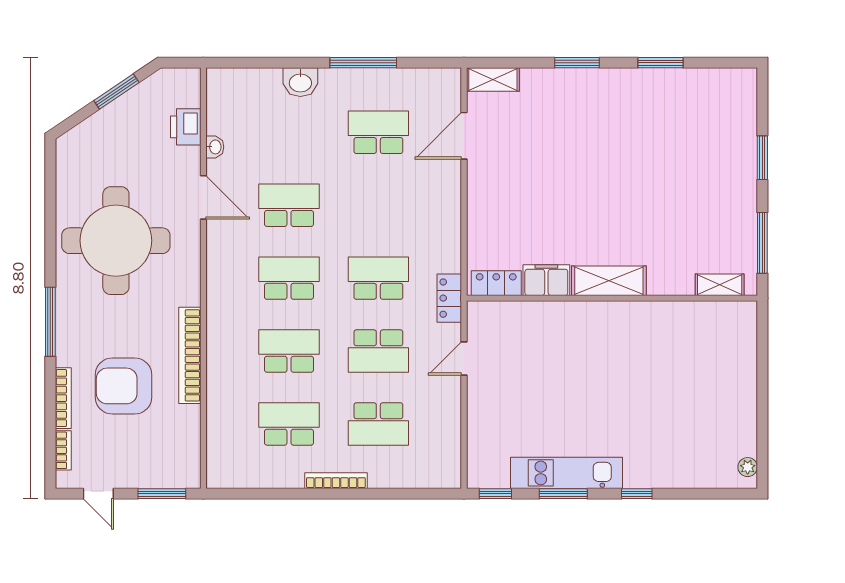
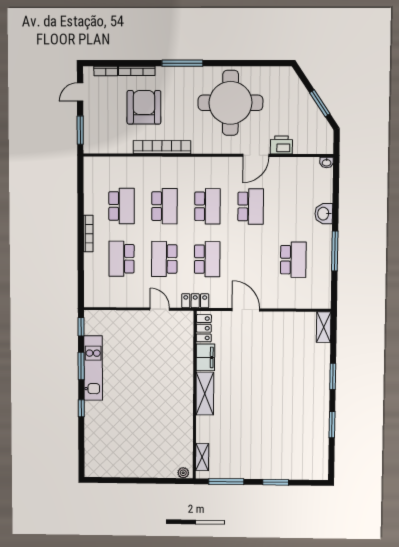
printer: (186, 127) -> (281, 145), moved
door: (464, 136) -> (246, 310), moved
washbasin: (215, 147) -> (327, 162), moved
plant: (748, 467) -> (183, 473), moved

